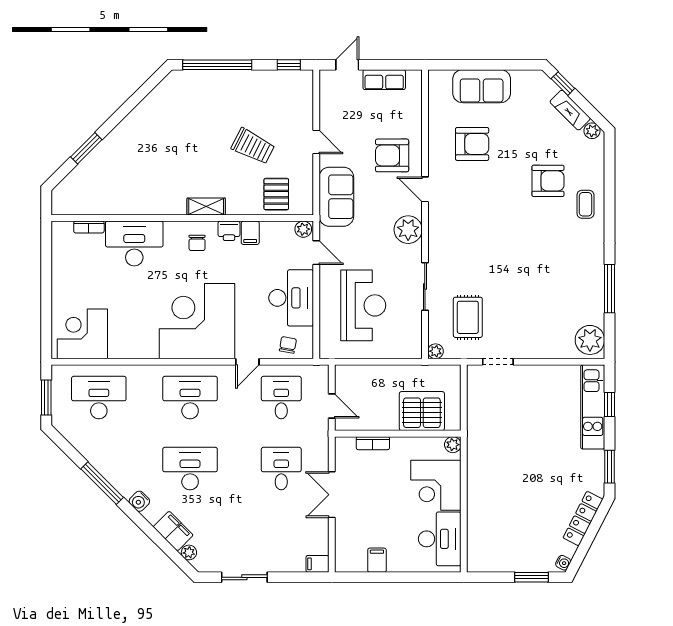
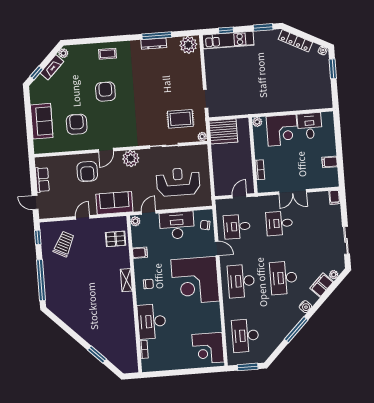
trolley: (253, 146) -> (64, 244), moved
armchair: (548, 181) -> (105, 92), moved
printer: (229, 231) -> (140, 265), removed
dresser: (596, 283) -> (154, 44), added
server rack: (422, 411) -> (223, 131), moved, turned -90
desk: (440, 539) -> (310, 126), width x0.73

